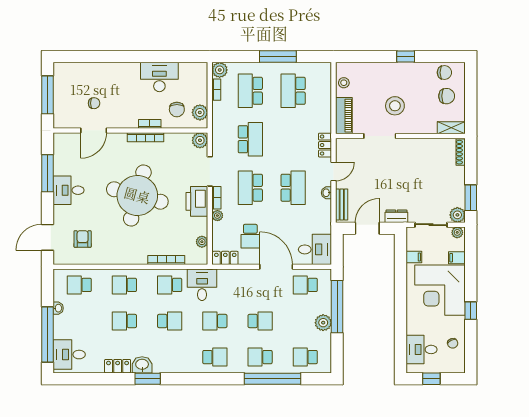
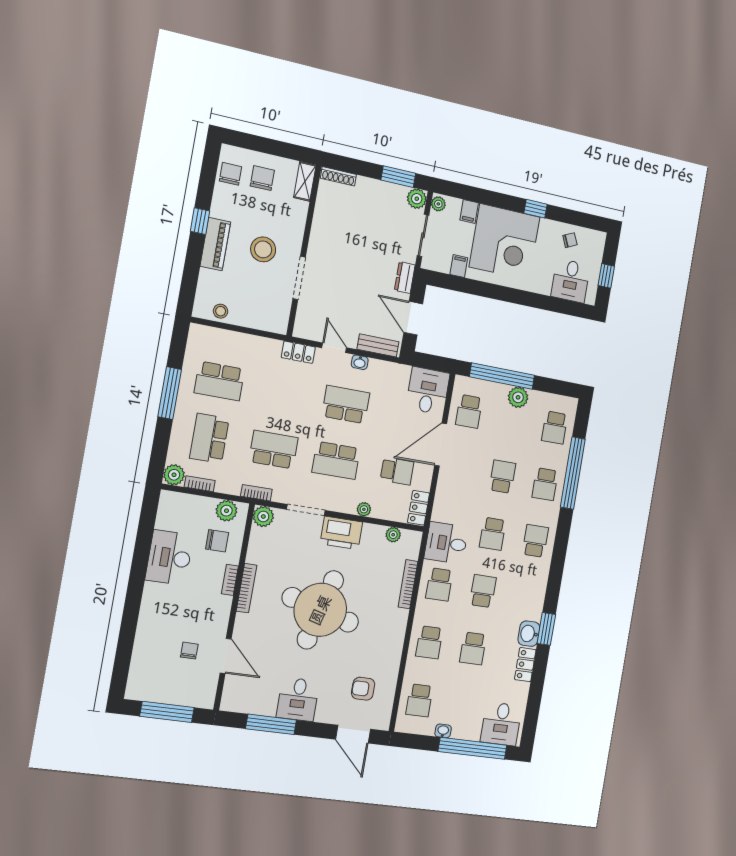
school desk: (250, 91) -> (209, 438), turned 90
piano: (344, 116) -> (215, 244), moved, turned 90
bookcase: (216, 198) -> (256, 493), moved

